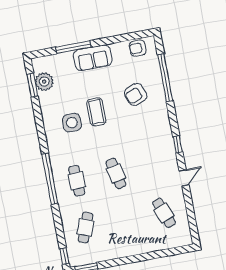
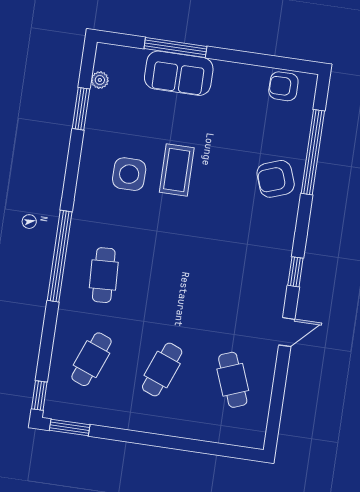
sofa: (93, 58) -> (179, 73), moved
plant: (44, 82) -> (100, 80), width x0.53, depth x0.53
window: (32, 85) -> (81, 109), moved
armchair: (136, 95) -> (276, 179), moved
cafe table: (116, 173) -> (162, 370), moved, turned 33

